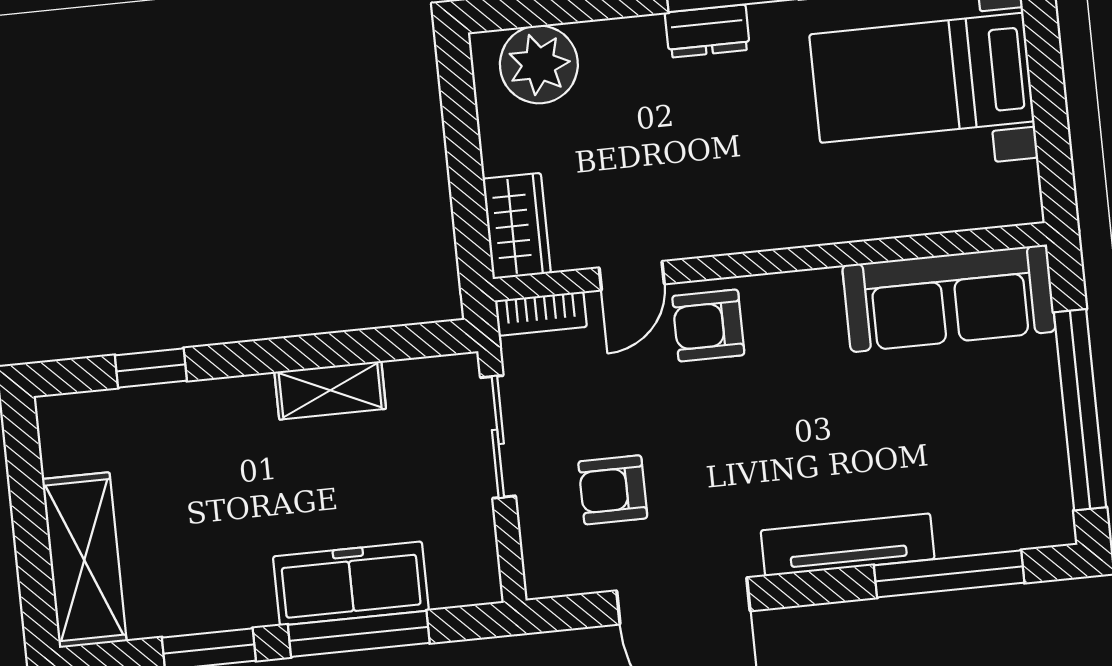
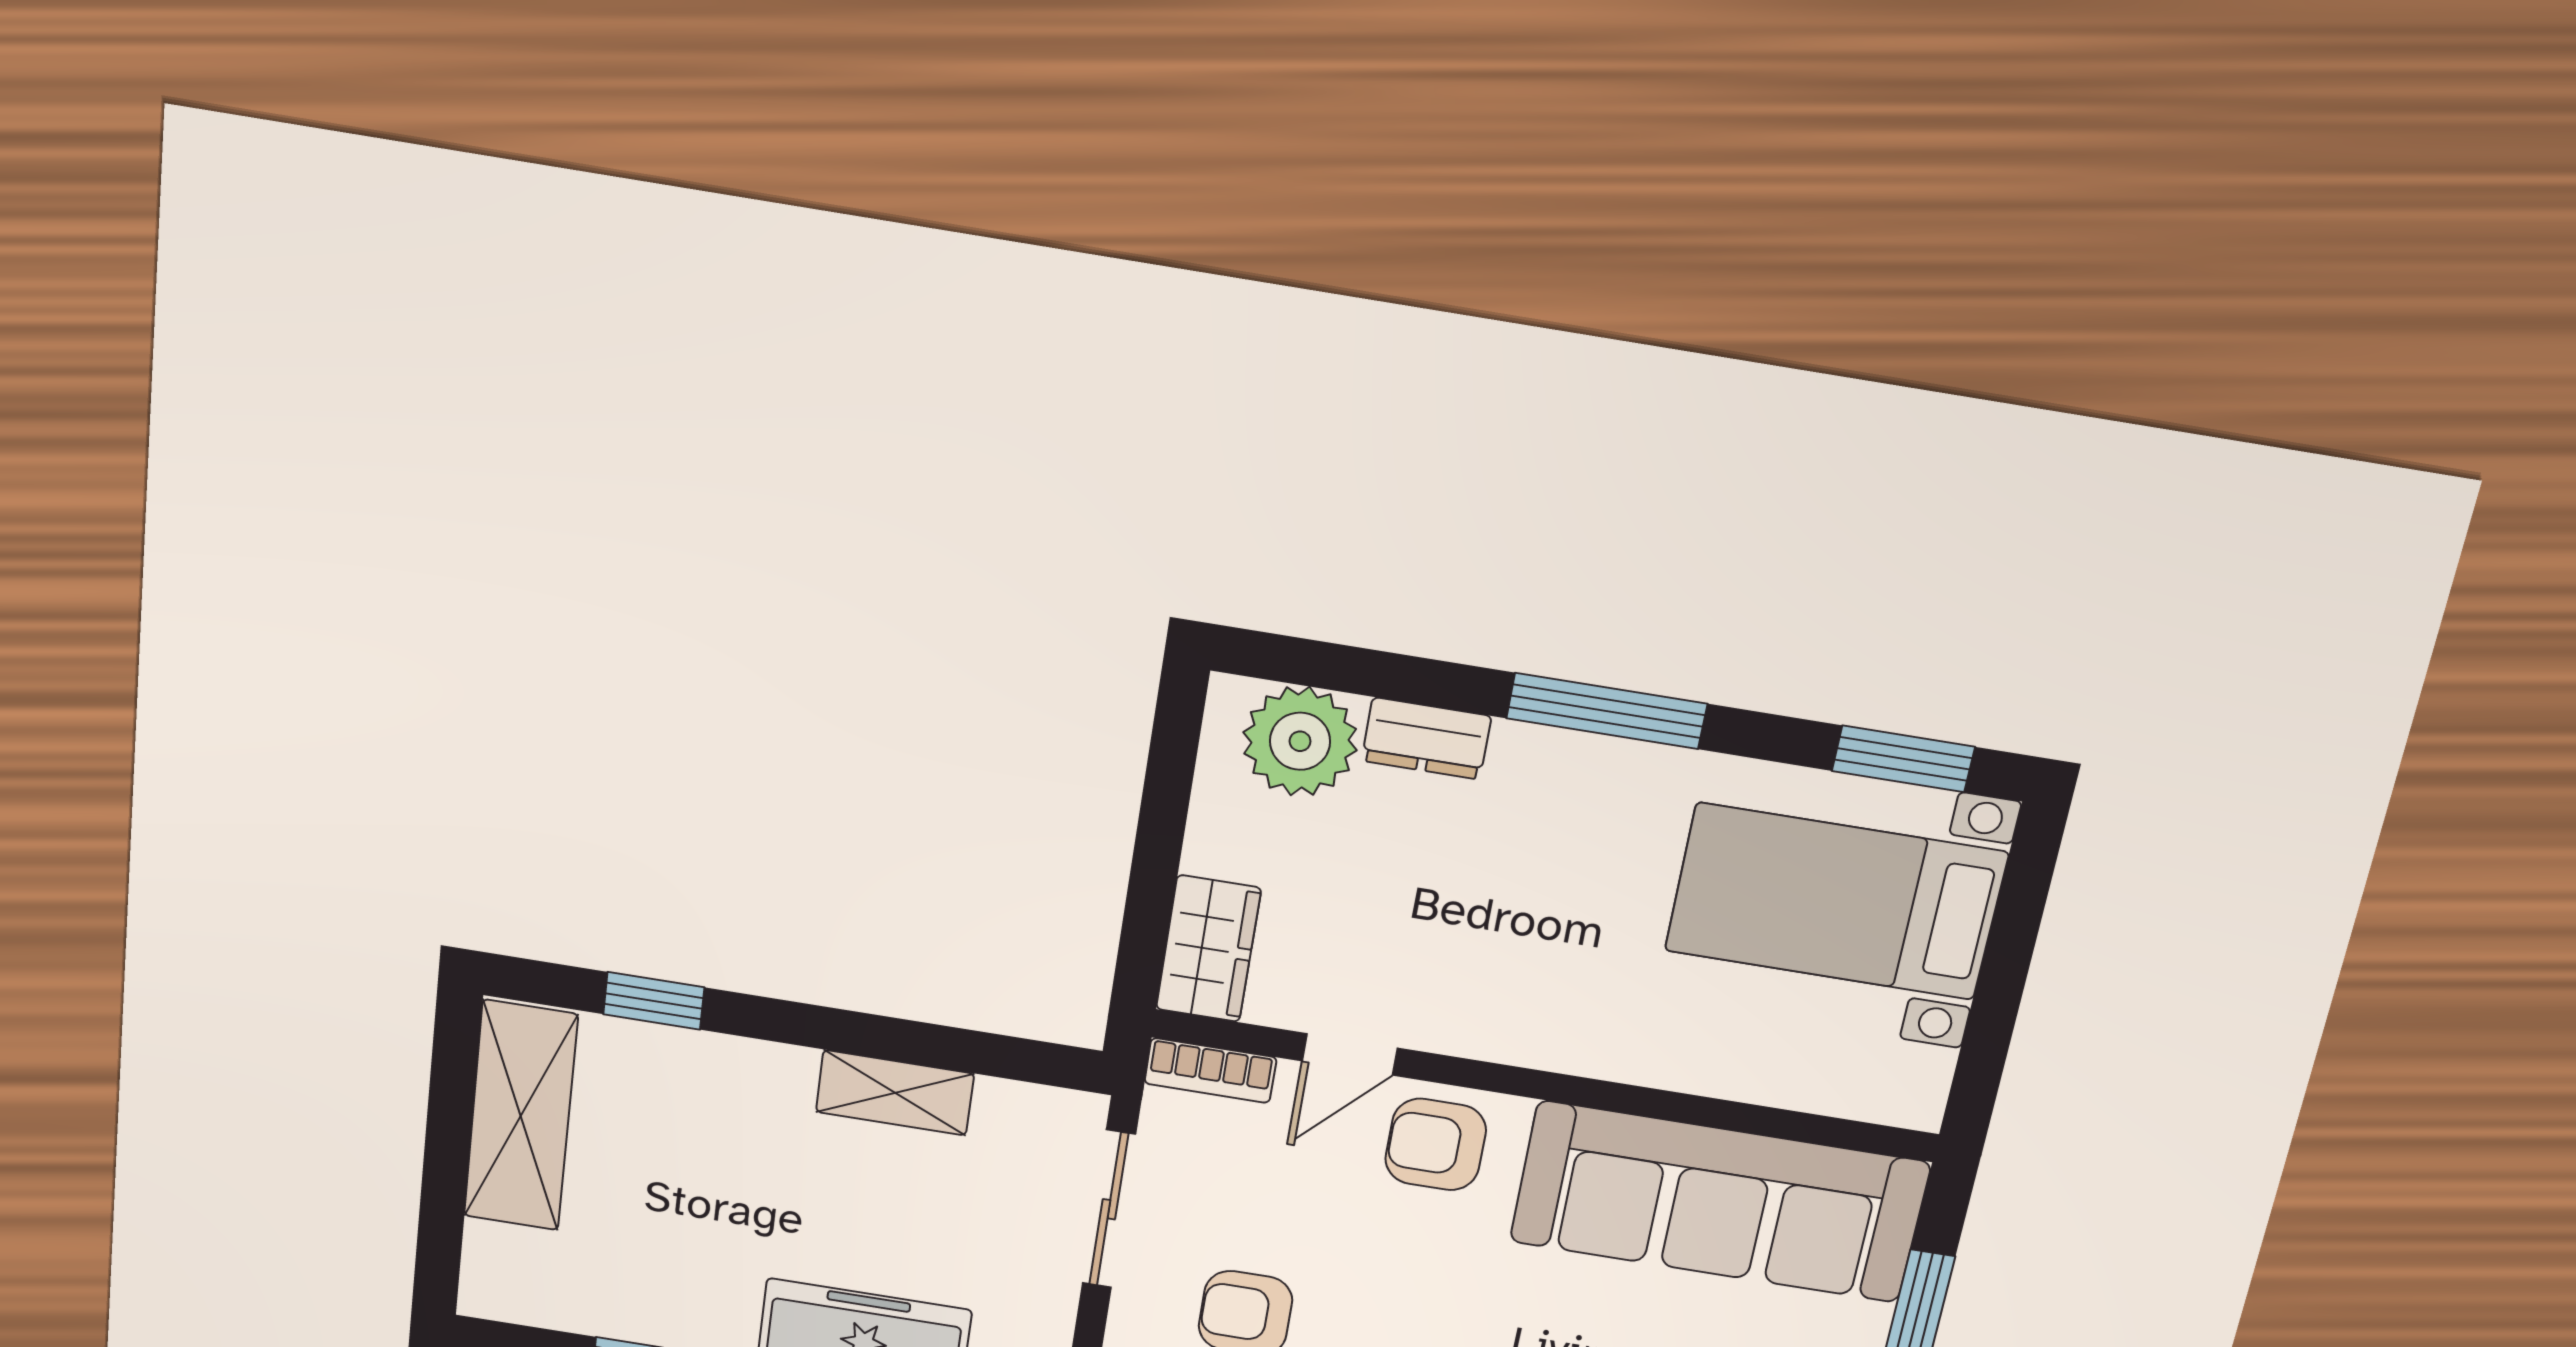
dresser: (707, 31) -> (1426, 738), moved
sofa: (949, 298) -> (1719, 1202), width x1.36, depth x1.27
shelving: (84, 560) -> (521, 1116), moved

